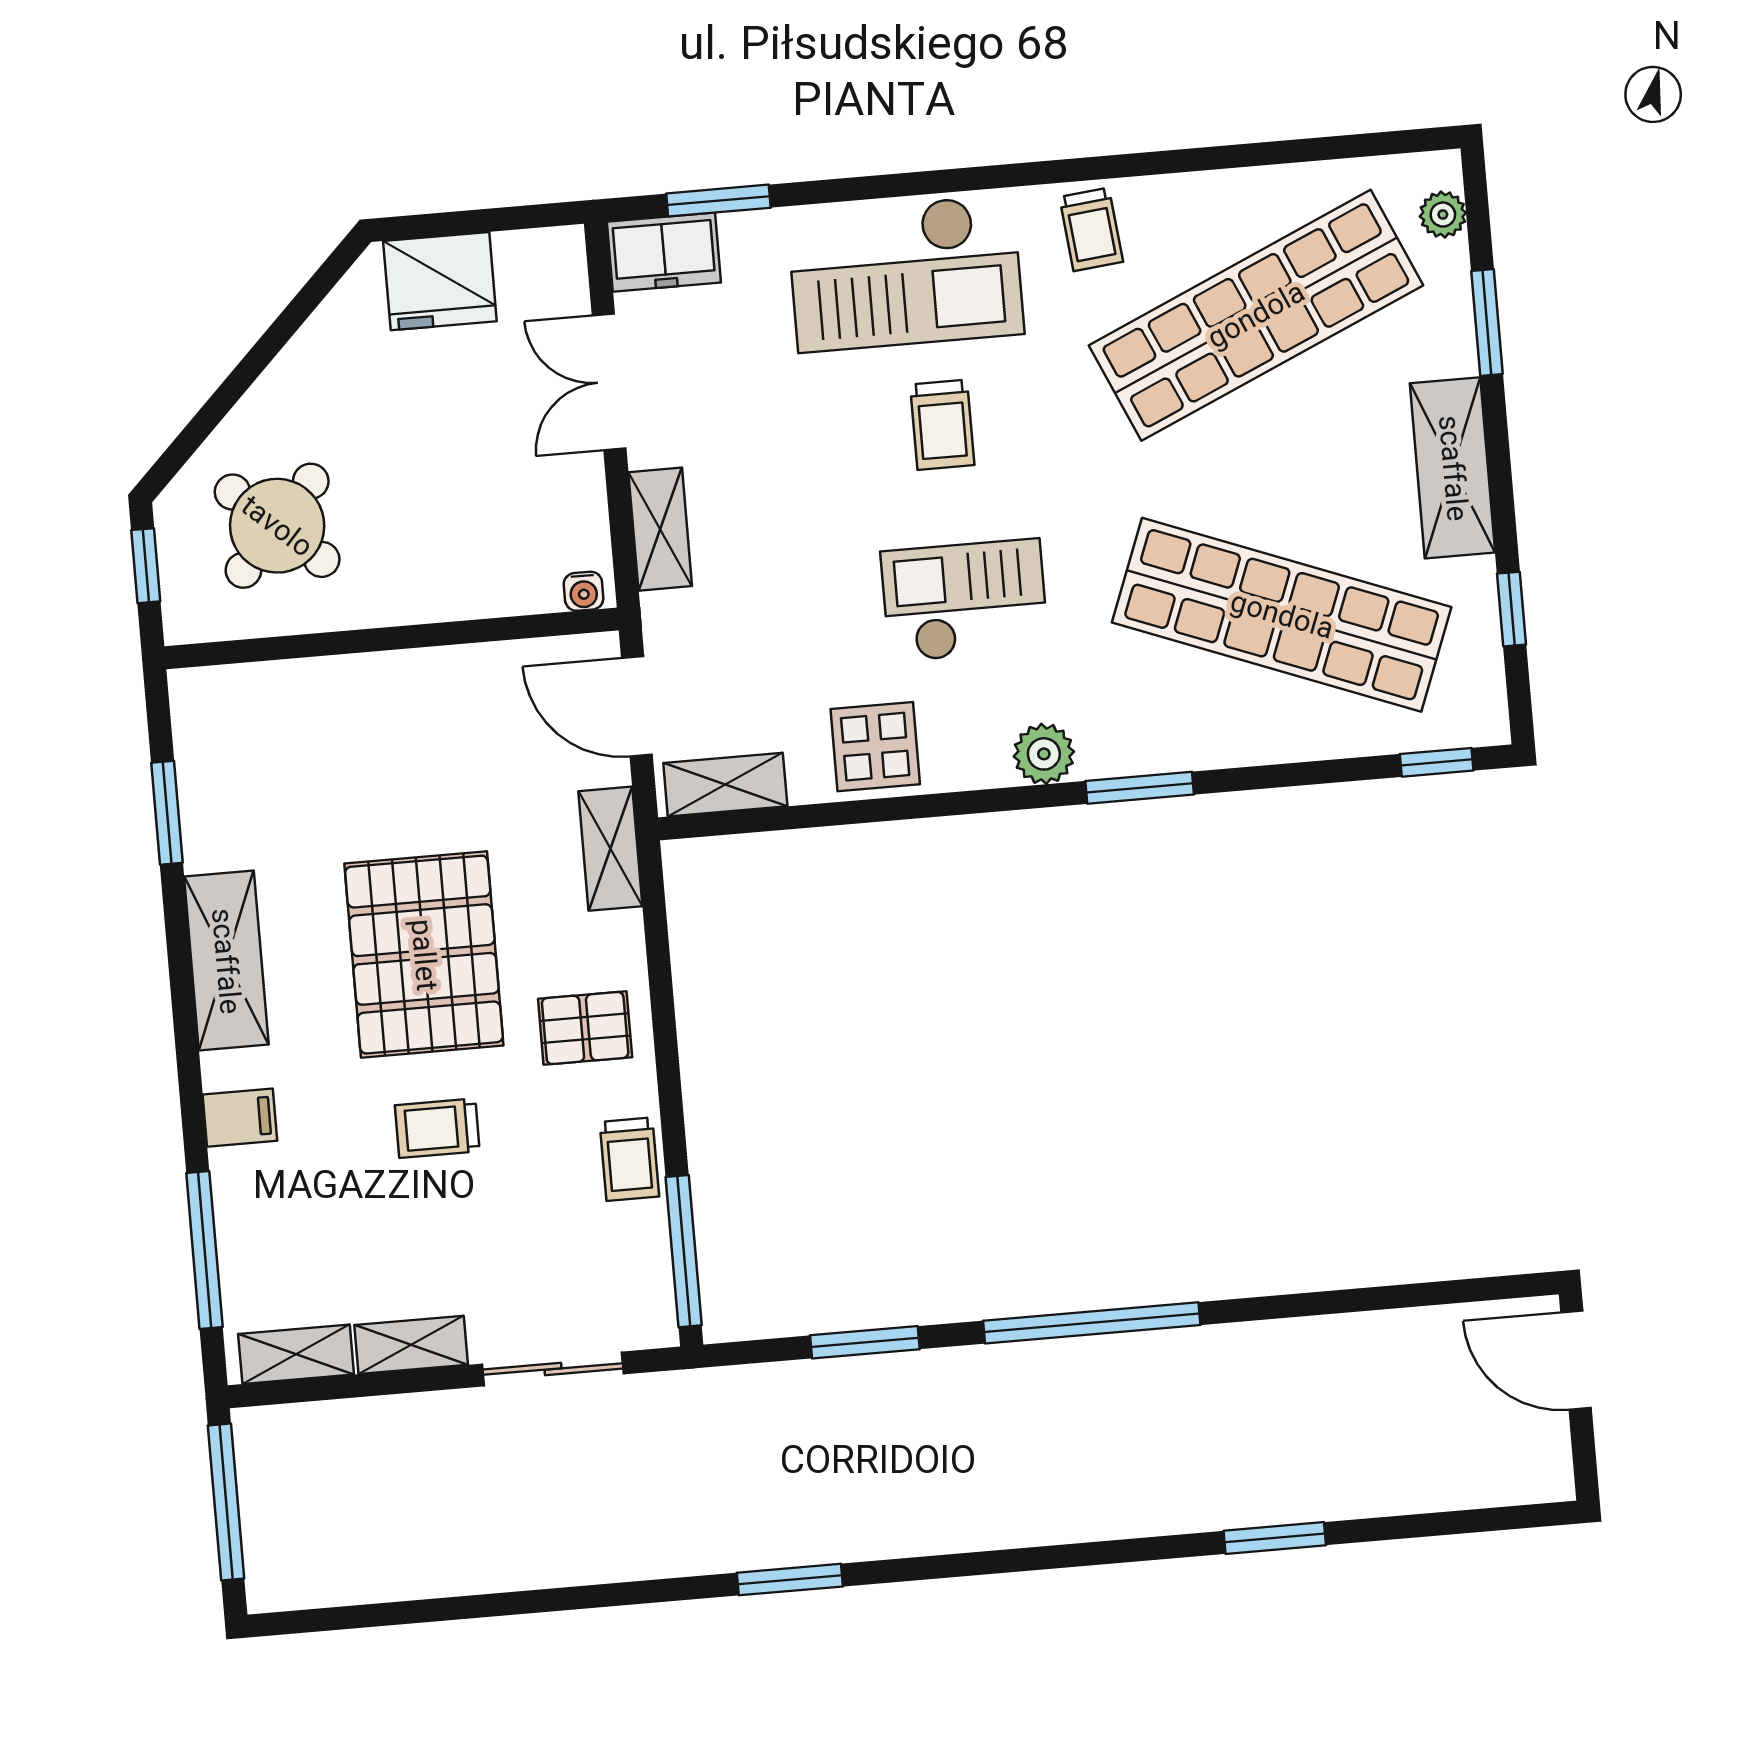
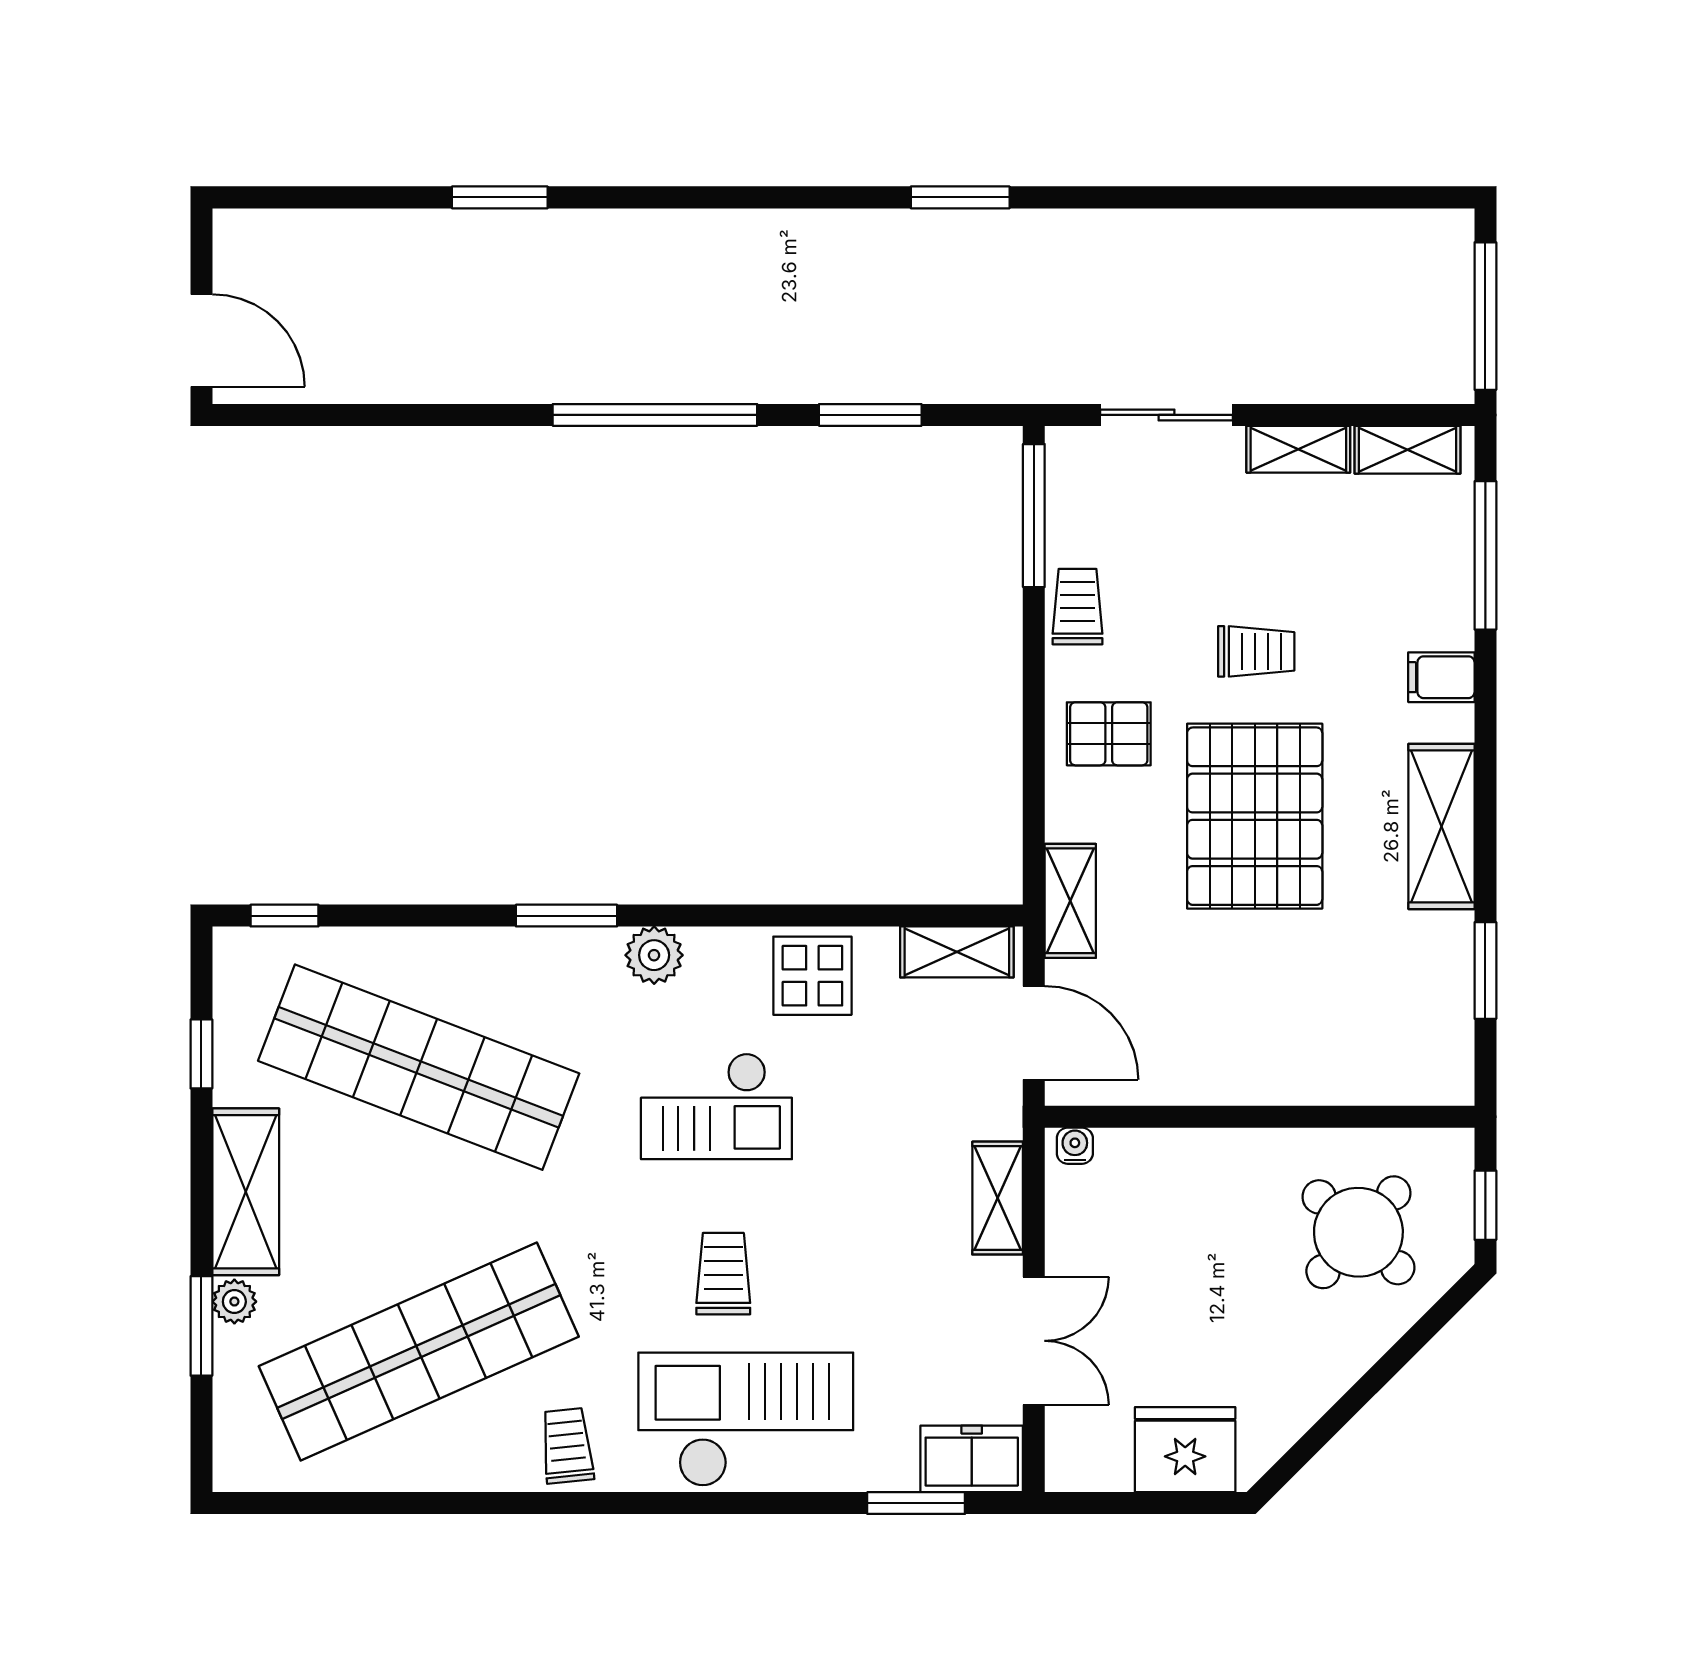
plant: (1443, 215) -> (234, 1302), moved

